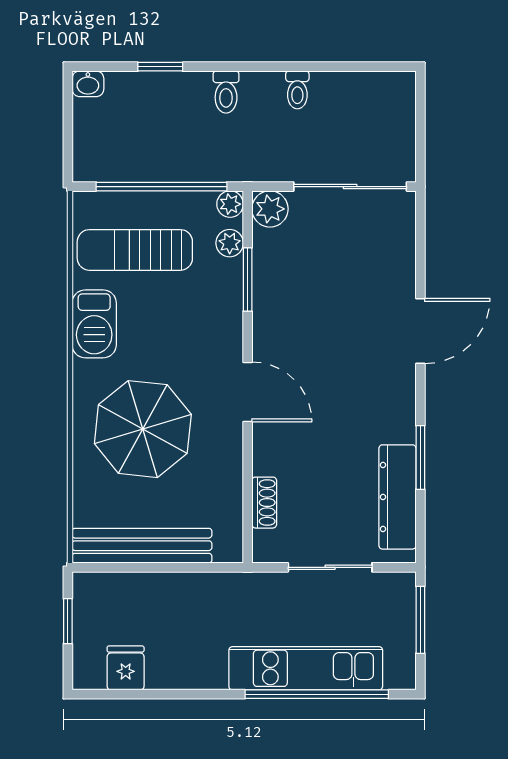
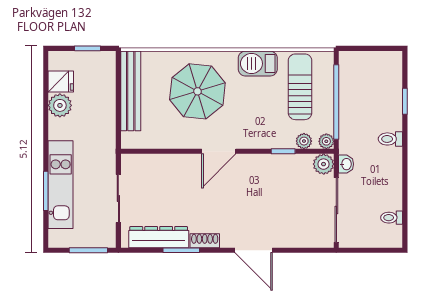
washbasin: (88, 84) -> (346, 164), moved, turned 180
toilet: (297, 90) -> (392, 218), moved
window: (248, 279) -> (283, 151), width x0.67
shoe rack: (264, 503) -> (205, 241), moved, turned 180
plant: (167, 669) -> (60, 105), added
window: (317, 694) -> (46, 191), width x0.47

